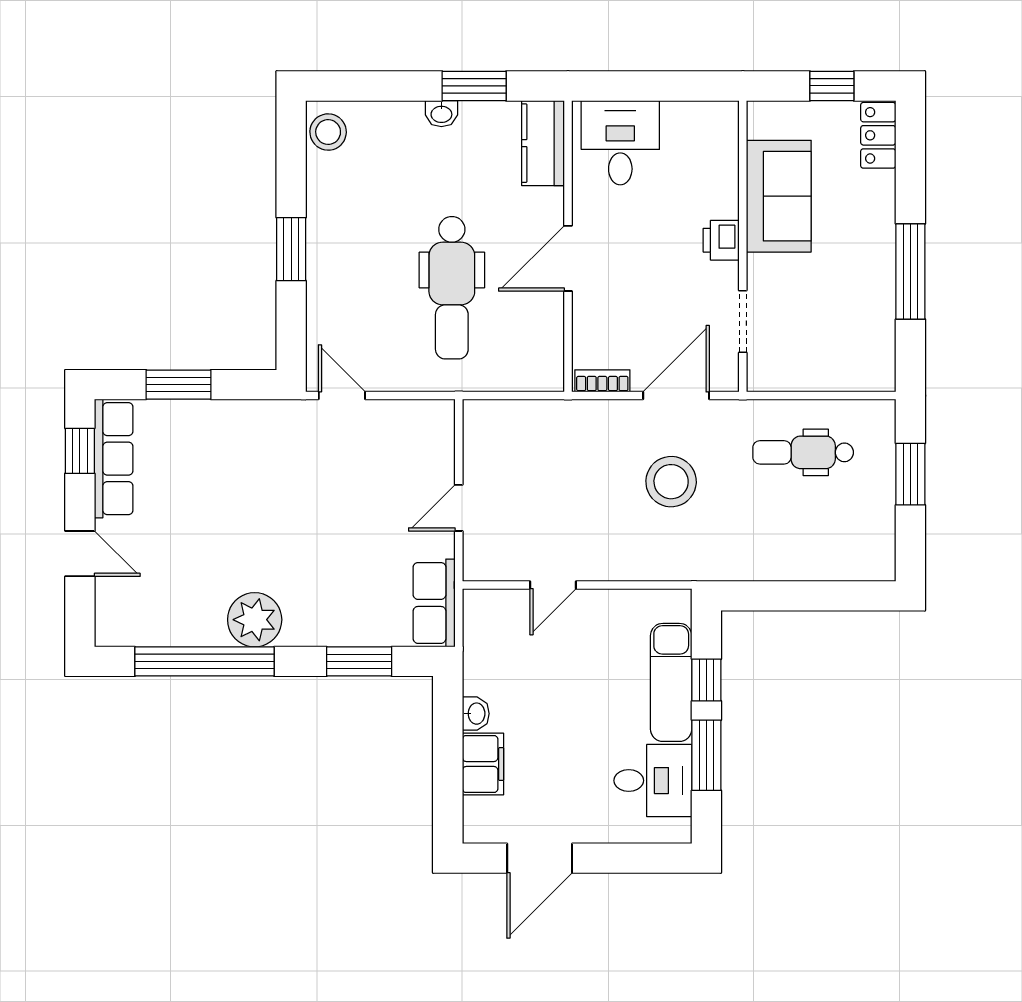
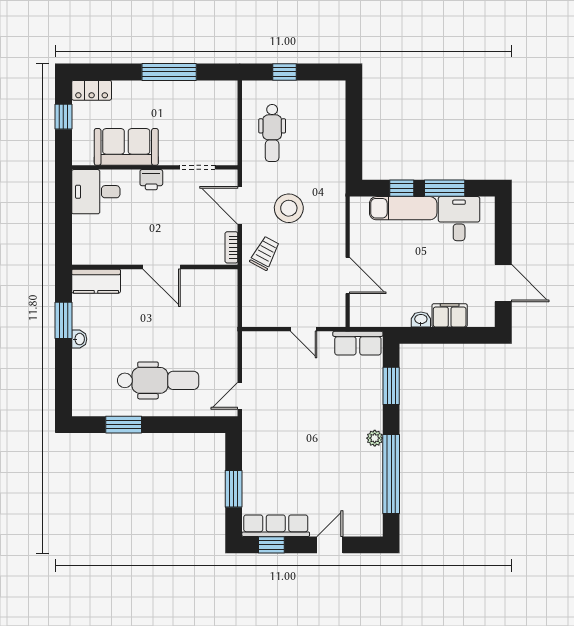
stool: (328, 132) -> (90, 404), removed
desk: (620, 143) -> (96, 192), moved
window: (291, 249) -> (124, 425), moved
dental chair: (452, 288) -> (158, 380), moved
trolley: (592, 440) -> (265, 253), added
window: (910, 474) -> (285, 72), width x0.67
door: (553, 585) -> (348, 276), width x1.38
plant: (255, 620) -> (375, 438), width x0.53, depth x0.53

